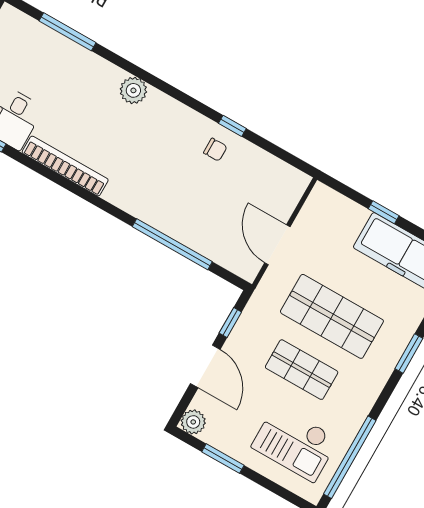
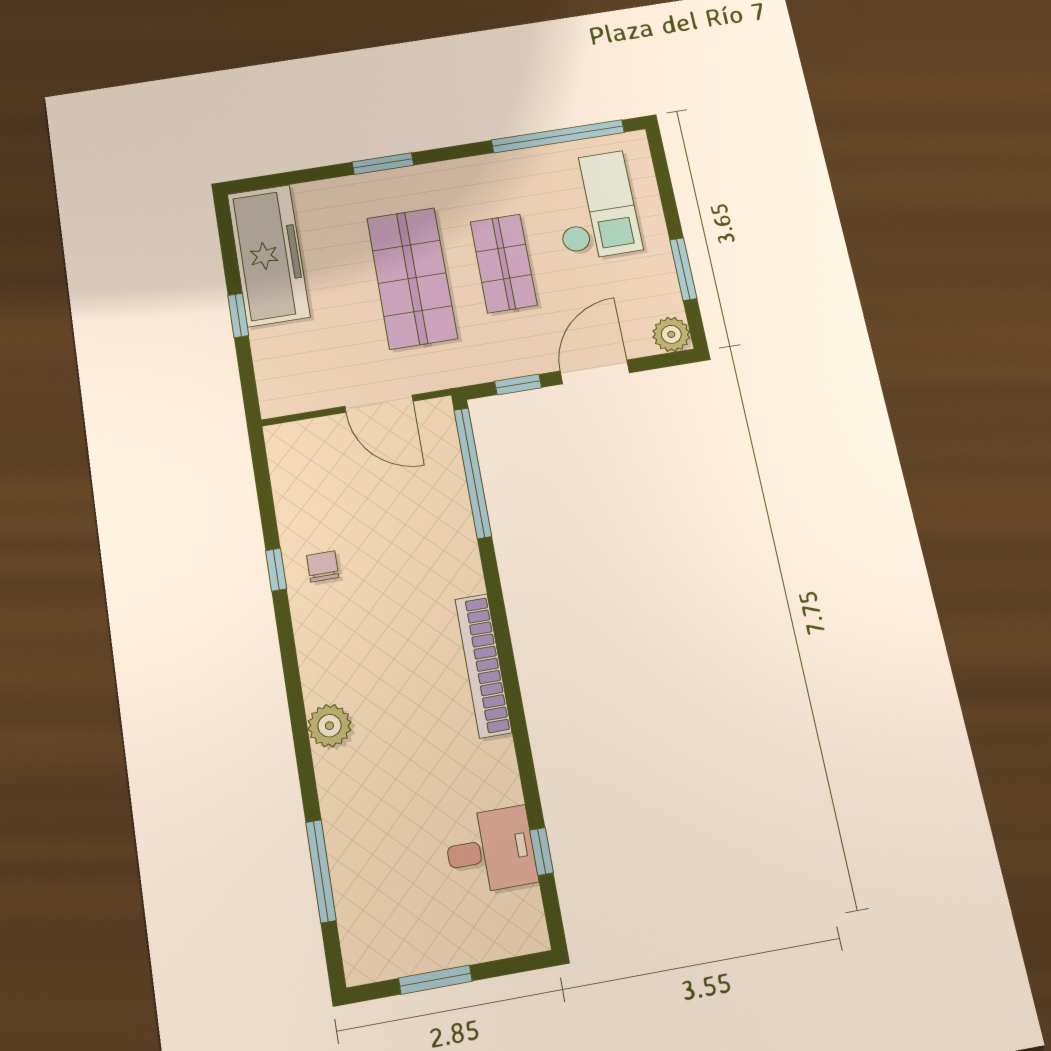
bookcase: (65, 166) -> (483, 665), moved
window: (172, 244) -> (473, 473), moved
door: (277, 245) -> (379, 404), hinge flipped

